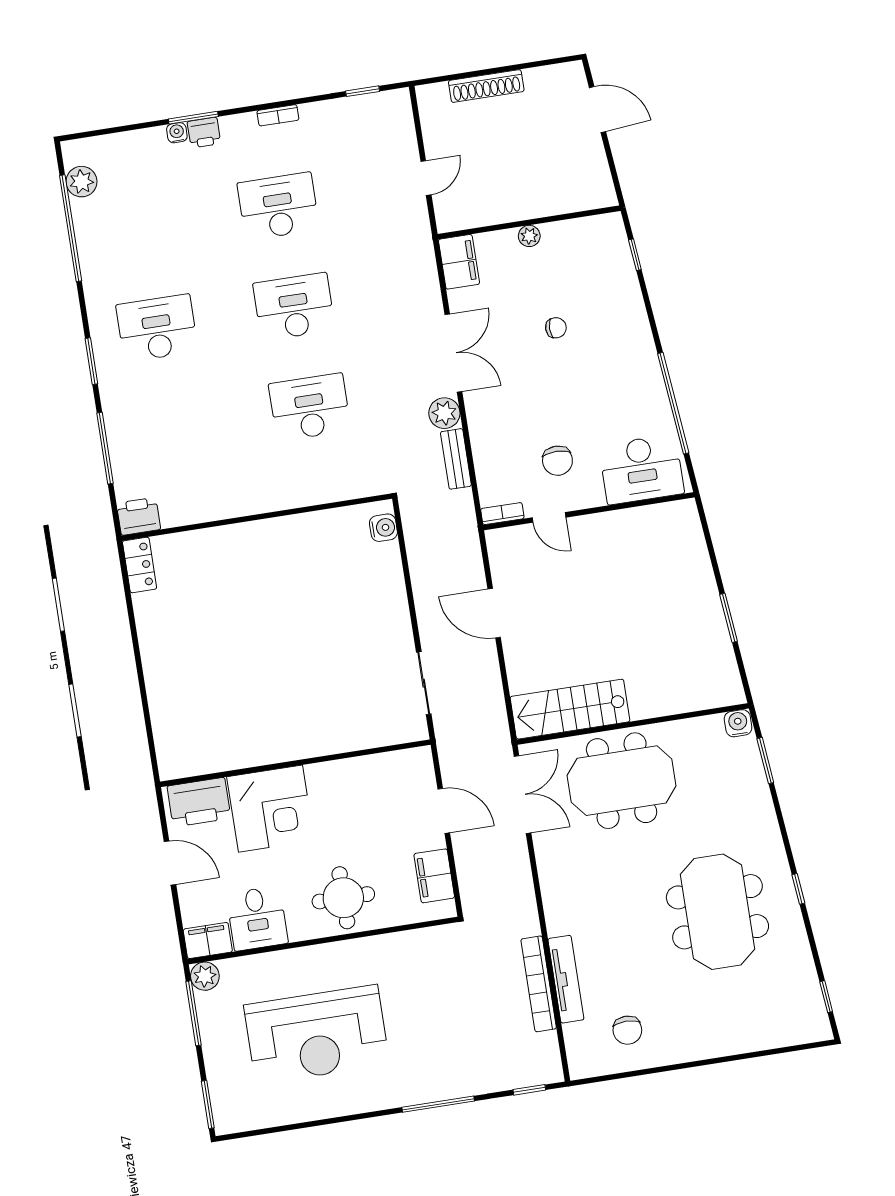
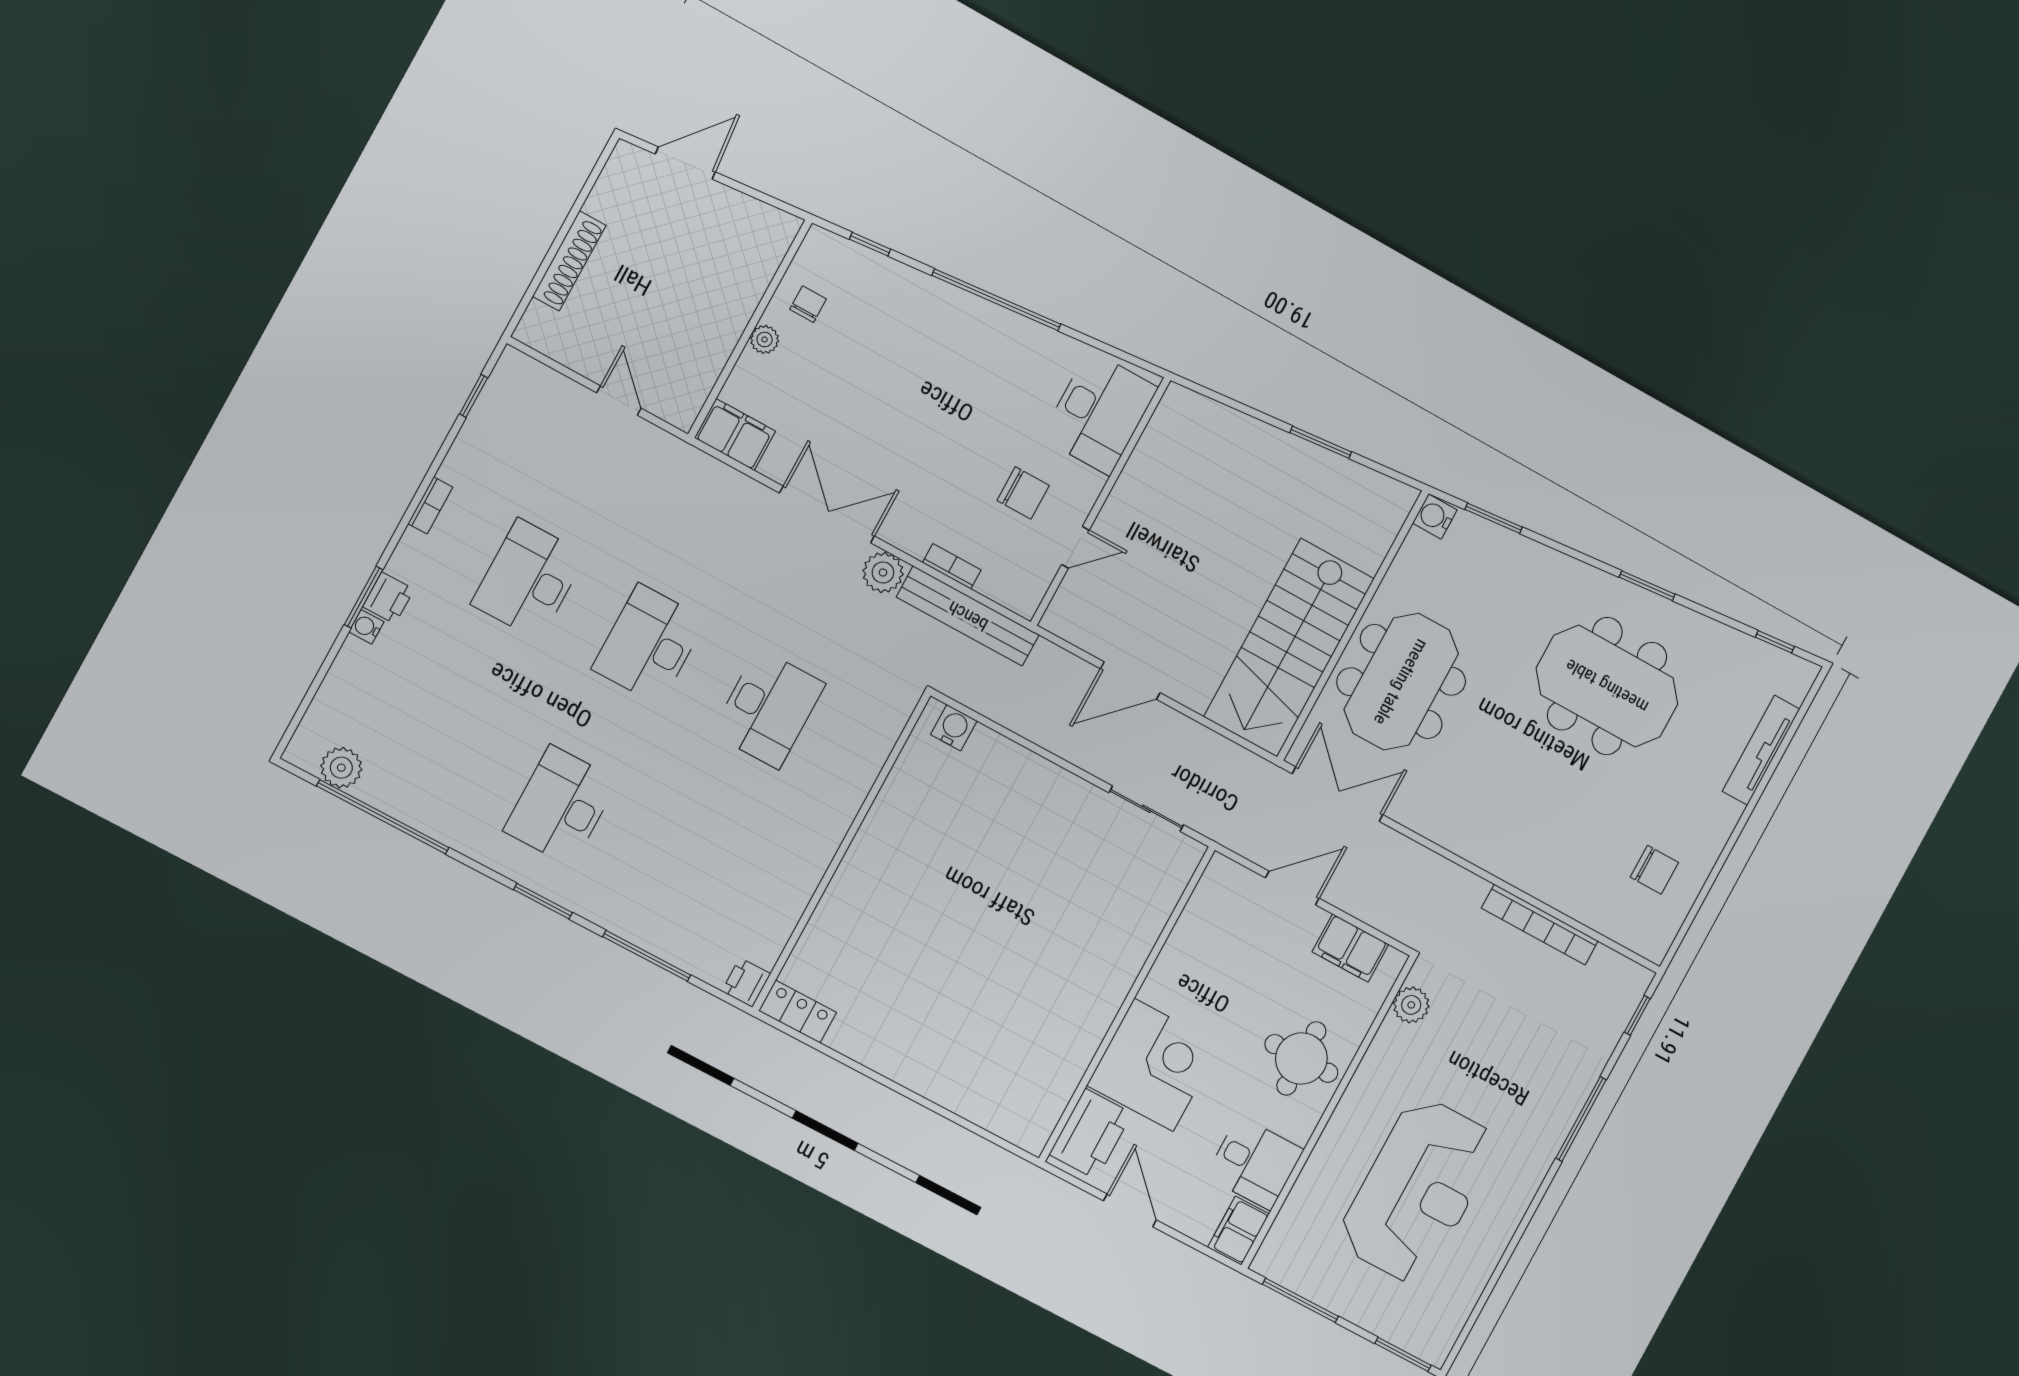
chair: (556, 328) -> (808, 304), moved
window: (673, 403) -> (996, 300), moved
desk: (310, 407) -> (768, 708), turned 180
bench: (456, 459) -> (968, 616), width x1.86, depth x1.21
bookcase: (502, 514) -> (952, 566), moved, turned 90
printer: (139, 516) -> (746, 982), width x0.73, depth x0.81
stairs: (570, 709) -> (1289, 648), width x1.36, depth x1.51
door: (170, 863) -> (1130, 1210), hinge flipped
window: (798, 889) -> (1647, 586), width x1.50
plant: (205, 976) -> (1411, 1005), moved
tv unit: (566, 979) -> (1761, 750), moved, turned -90

